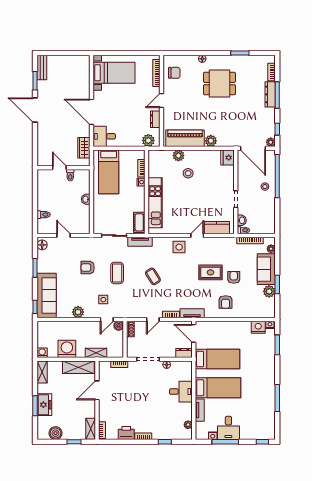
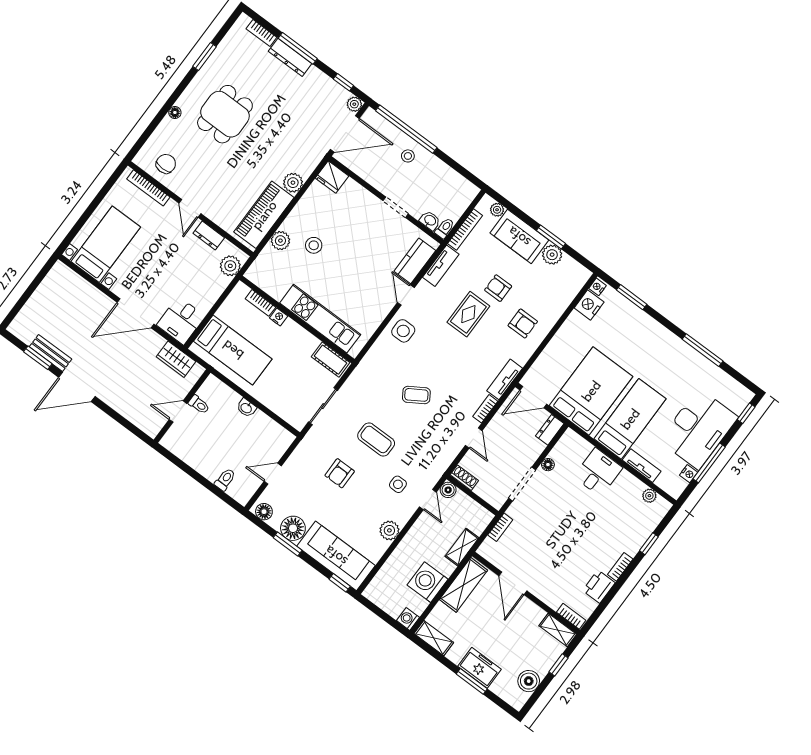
bench: (42, 68) -> (51, 353), moved
tv unit: (140, 242) -> (441, 266), moved
floor lamp: (44, 265) -> (293, 528), added
bed: (218, 359) -> (591, 391), width x1.50
desk: (228, 428) -> (699, 429), width x1.87, depth x1.30

